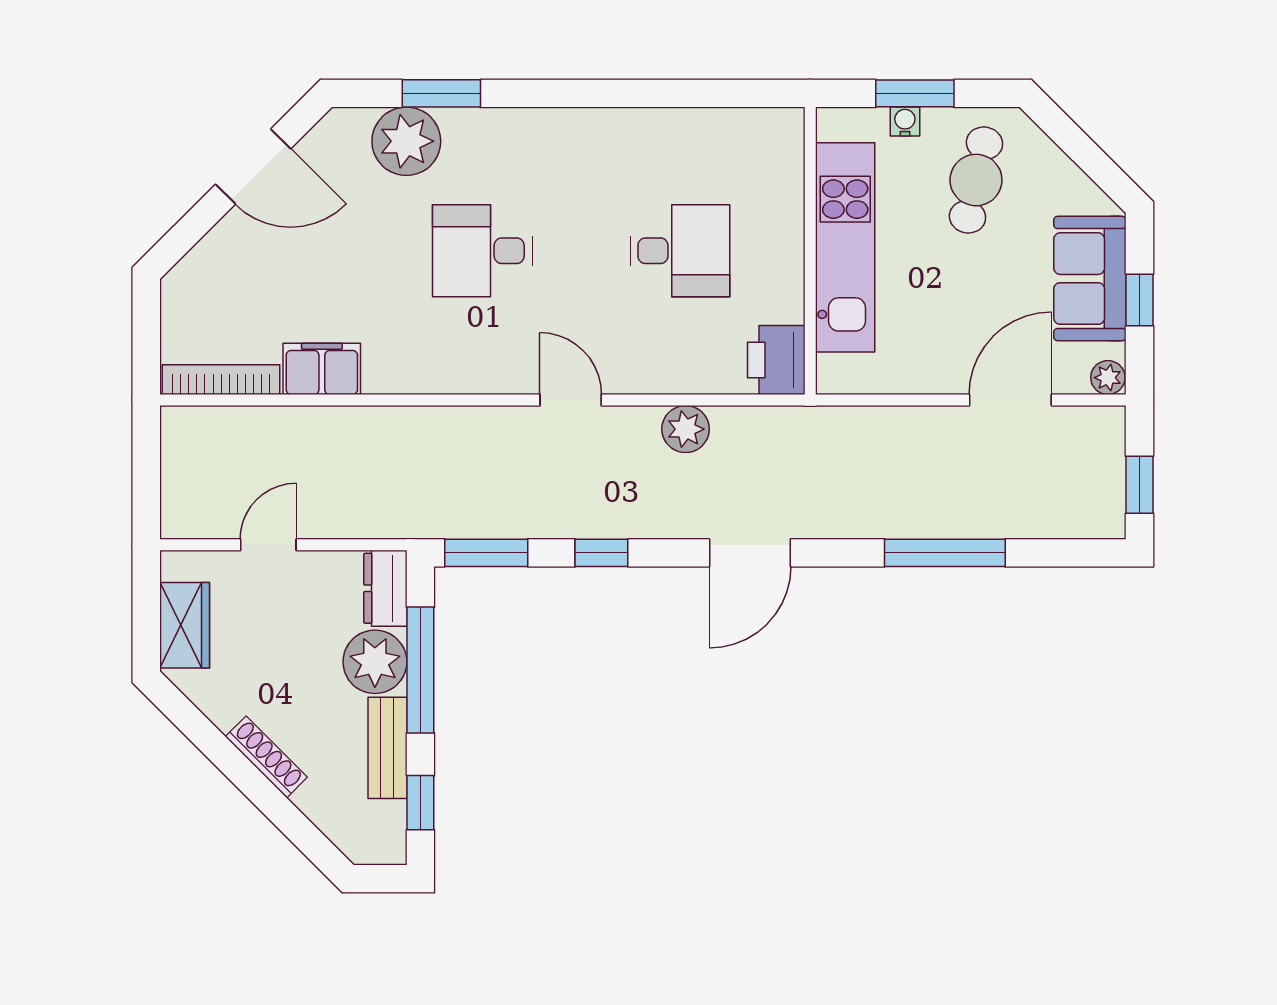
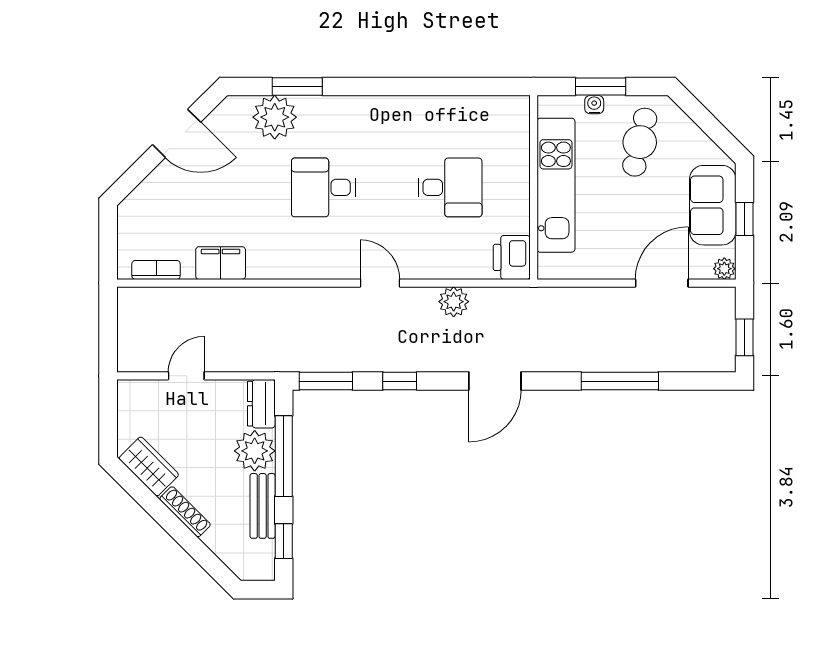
bookcase: (221, 380) -> (156, 270), width x0.64
wardrobe: (185, 625) -> (149, 466), moved, turned -45

